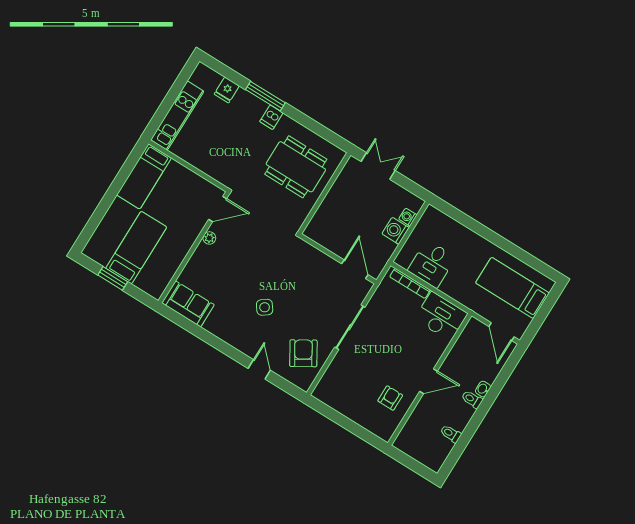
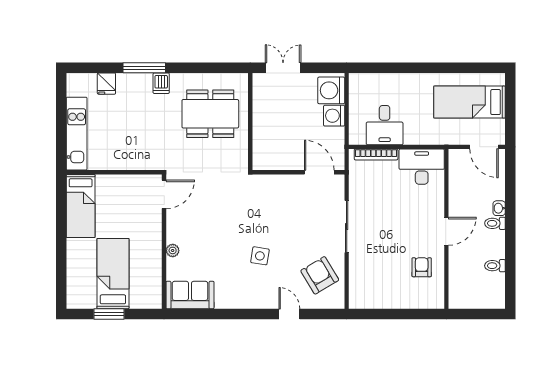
washing machine: (408, 217) -> (331, 90), width x1.89, depth x1.89
plant: (209, 238) -> (173, 250), moved
side table: (265, 307) -> (260, 256), turned 45

